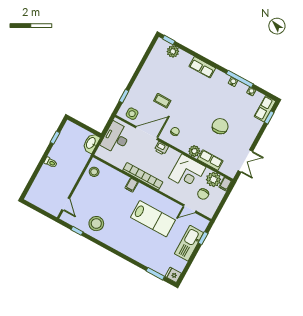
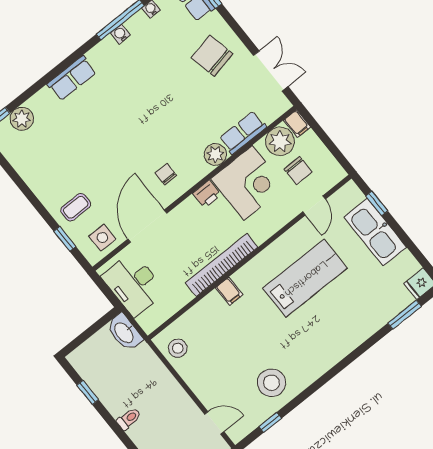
coffee table: (162, 101) -> (76, 207), moved
chair: (220, 126) -> (212, 56), moved
printer: (161, 148) -> (207, 194), moved

